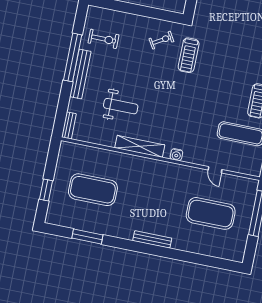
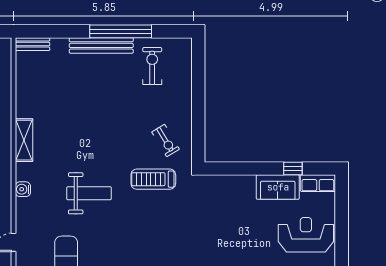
exercise bike: (103, 39) -> (152, 66), turned 180
weight bench: (121, 106) -> (89, 193), moved, turned -90
shelving: (140, 146) -> (24, 140), width x0.68

